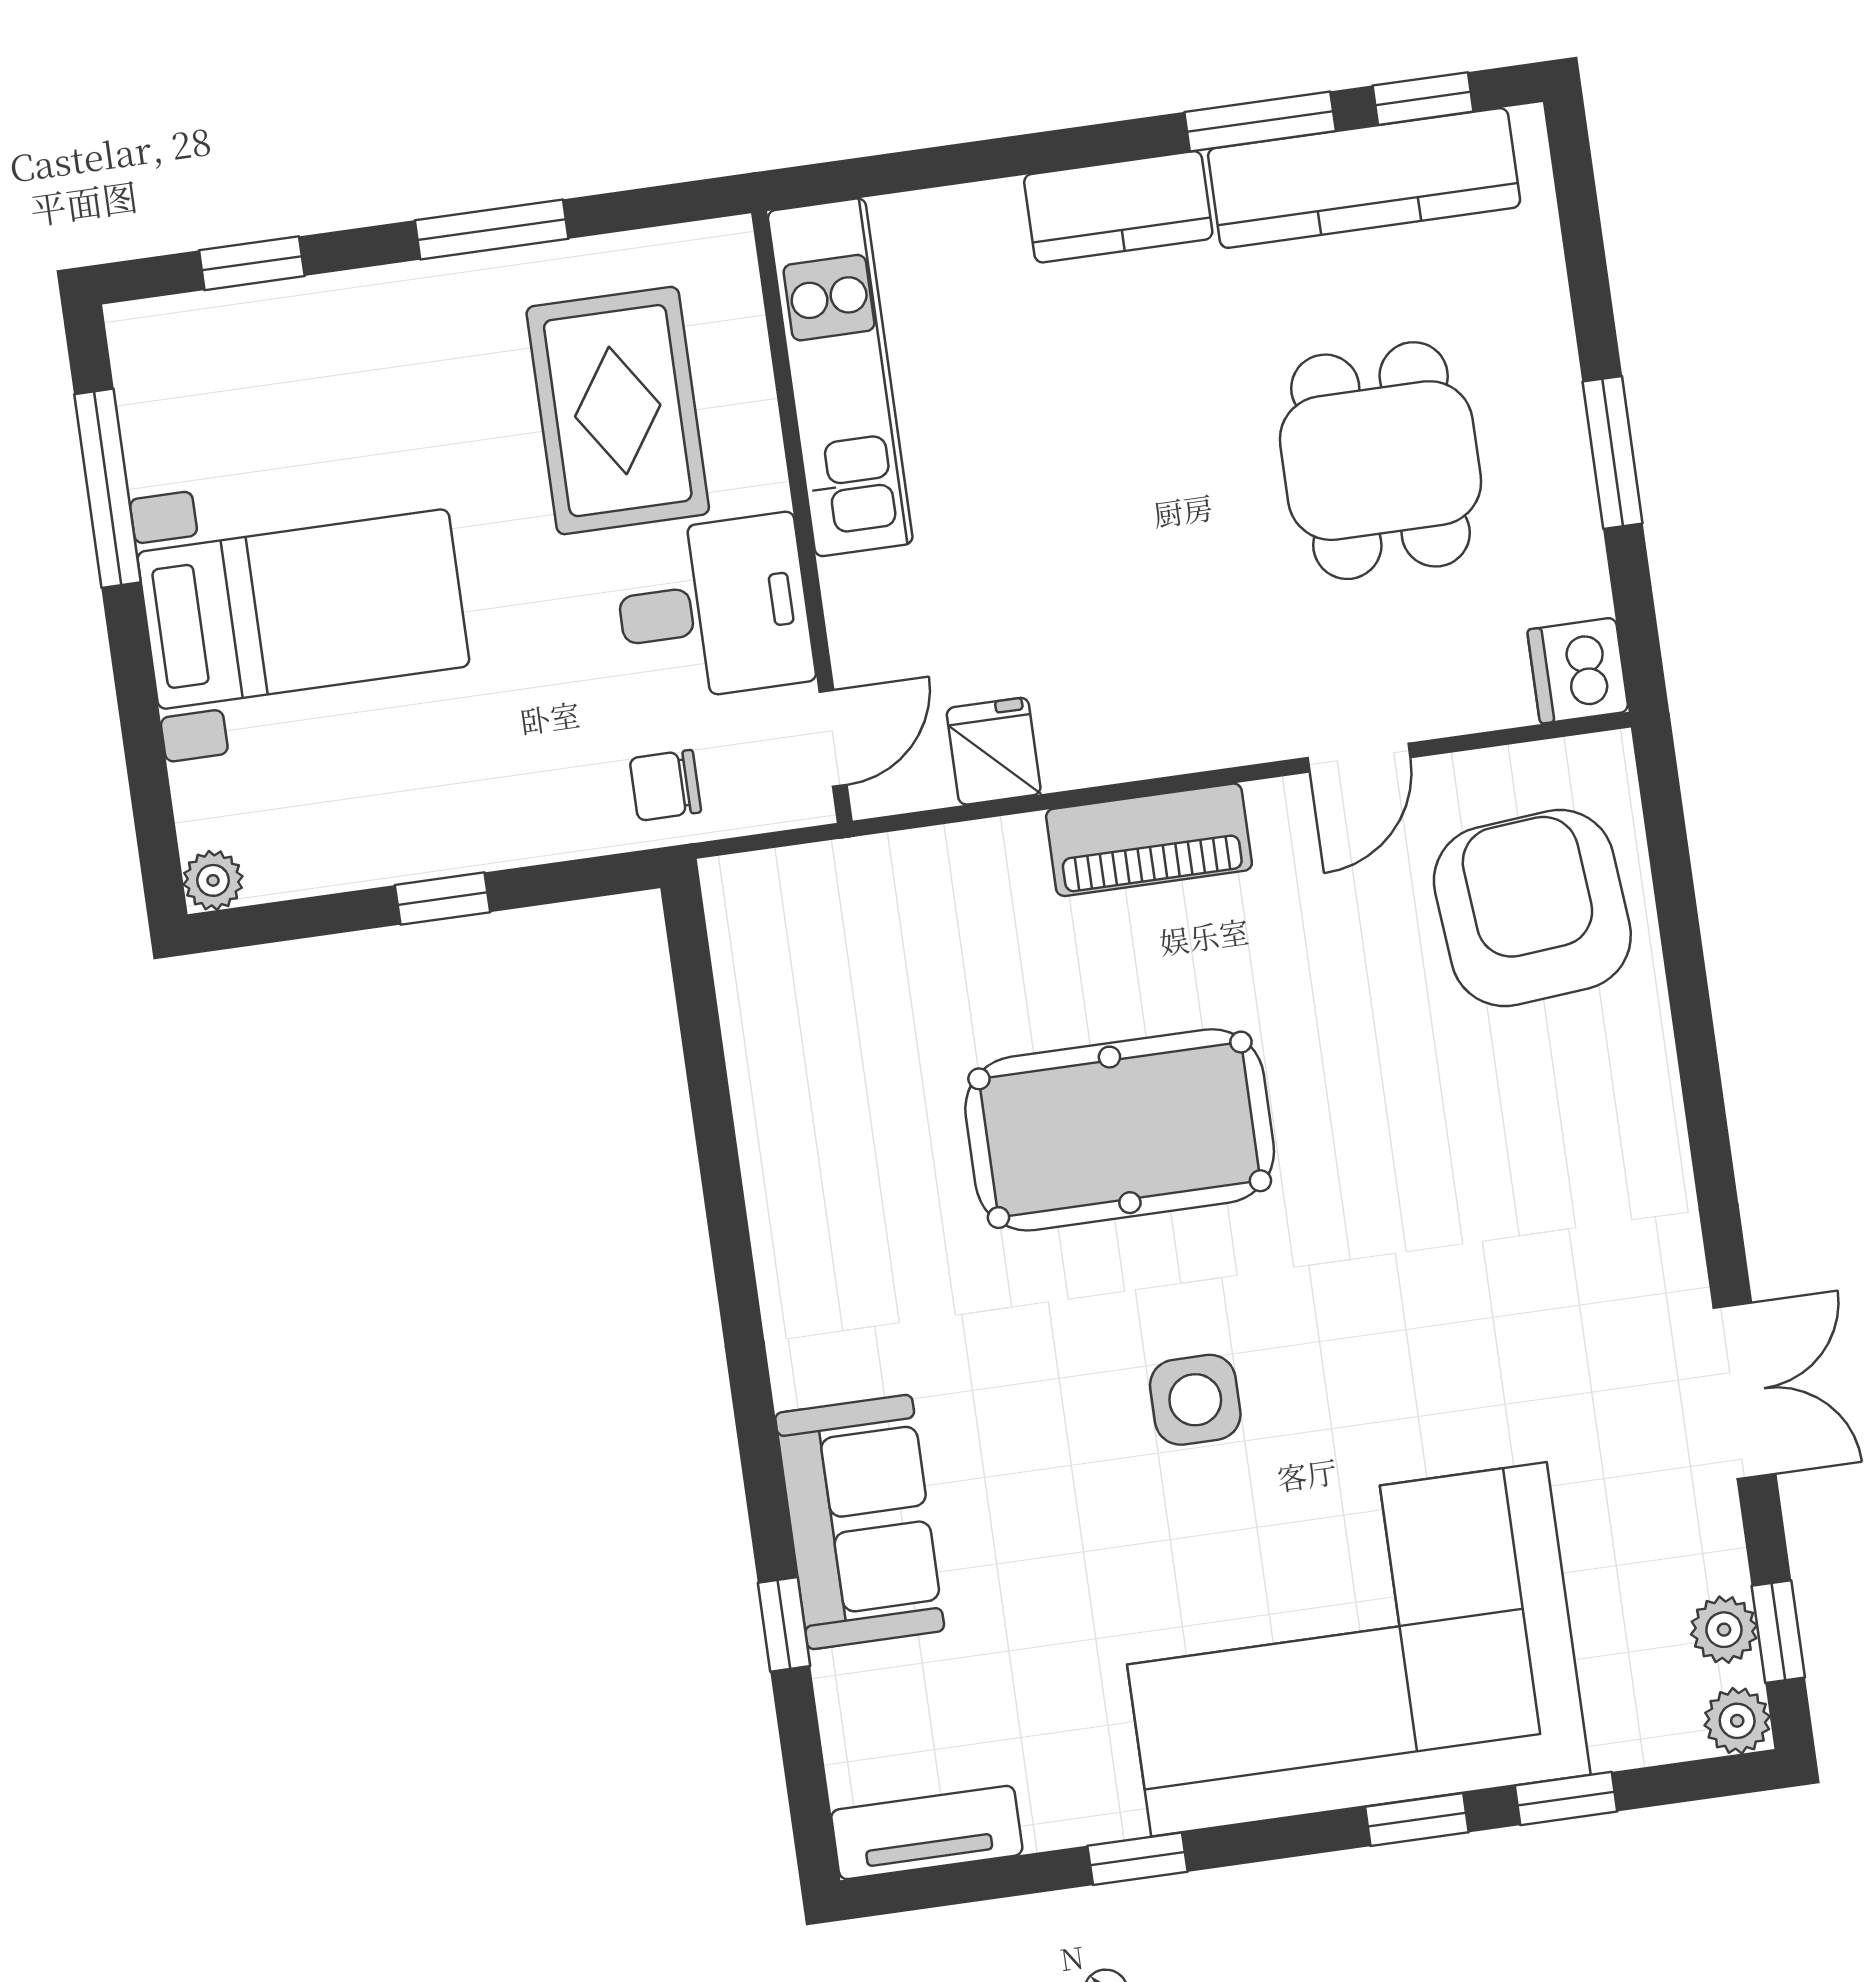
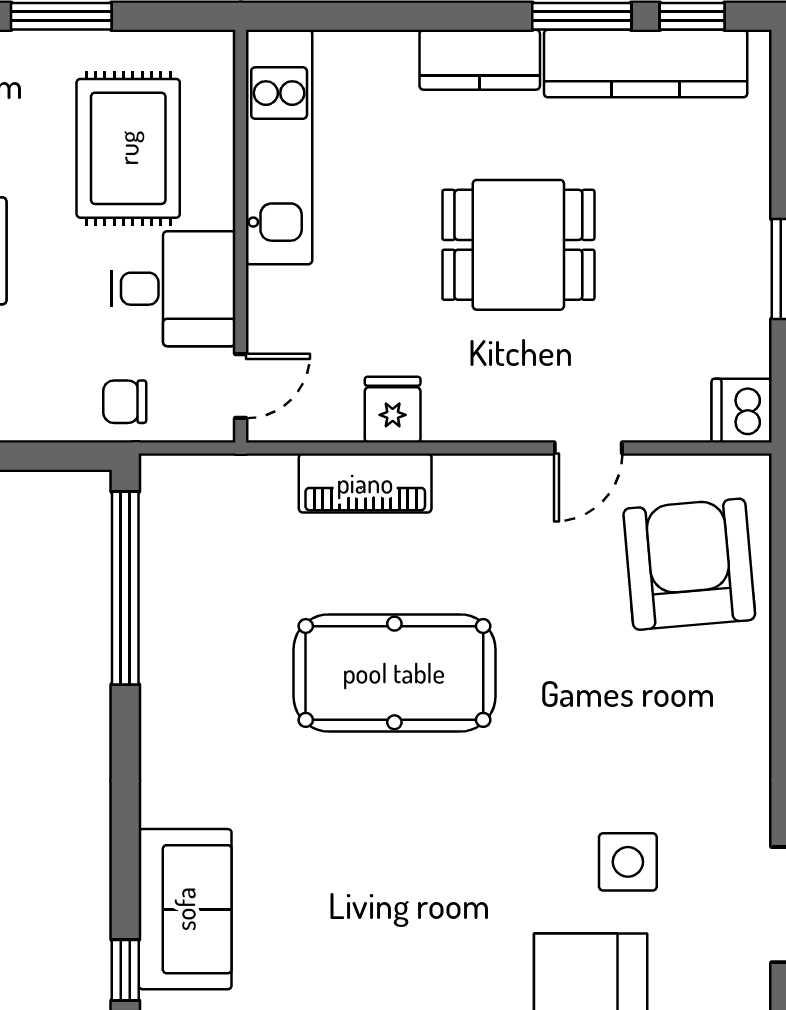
dining table: (1380, 461) -> (518, 245), moved, turned 90
fridge: (994, 751) -> (393, 410), moved
piano: (1149, 840) -> (365, 483), moved
window: (705, 1060) -> (125, 588), added
side table: (1195, 1400) -> (628, 862), moved

